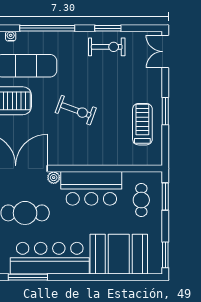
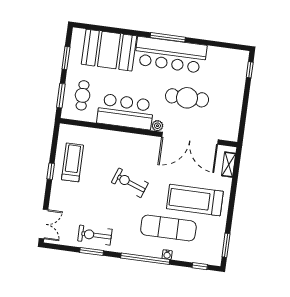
water cooler: (11, 36) -> (167, 255), moved
window: (165, 111) -> (51, 171), width x0.67
treadmill: (142, 124) -> (72, 162), turned 180
window: (165, 255) -> (66, 58), moved
window: (28, 277) -> (168, 37), moved

